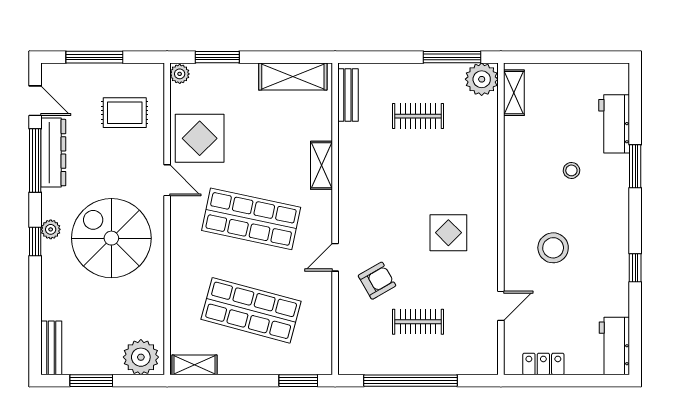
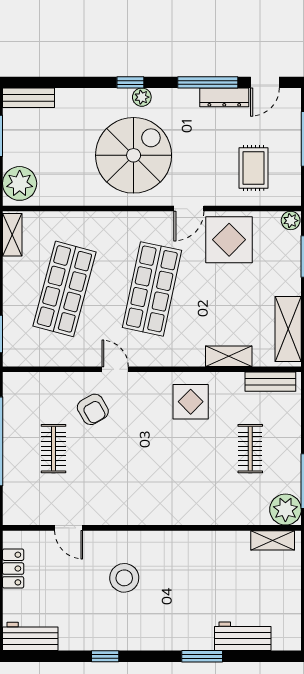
dresser: (53, 153) -> (224, 97), width x0.73, depth x0.80
shelving: (321, 165) -> (229, 356), moved
stool: (571, 170) -> (198, 595), removed
display table: (448, 233) -> (191, 402), moved

